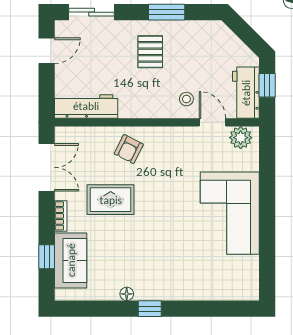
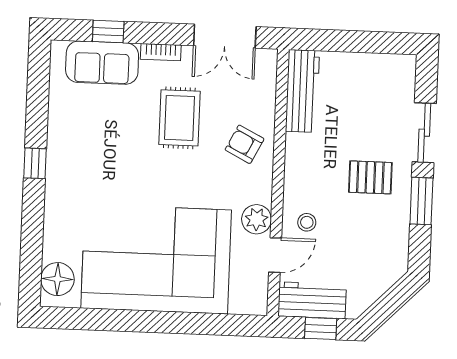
sliding door: (92, 12) -> (424, 133), moved
door: (47, 51) -> (377, 42), removed
plant: (241, 138) -> (257, 219), moved
corner sofa: (230, 213) -> (156, 259), width x1.36, depth x1.36
floor lamp: (127, 294) -> (57, 279), moved, width x1.89, depth x1.89

